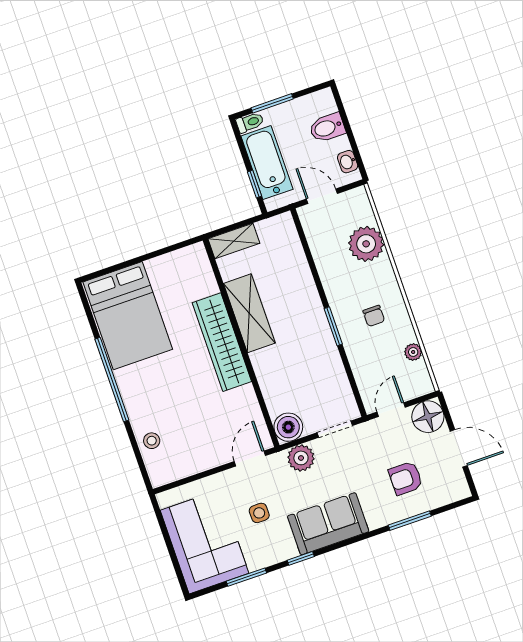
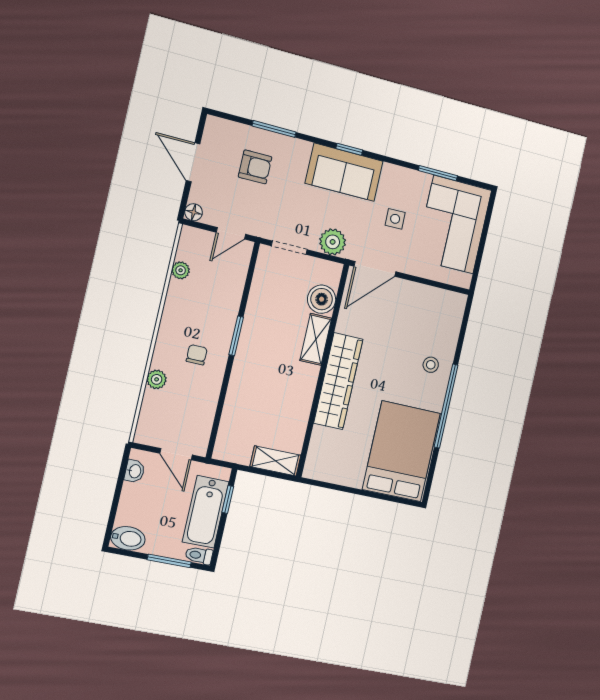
bidet: (327, 128) -> (128, 538), moved
plant: (366, 244) -> (157, 379), width x0.53, depth x0.53
shelving: (249, 313) -> (316, 339), moved, width x0.67, depth x0.75
chair: (374, 316) -> (197, 355), moved
floor lamp: (428, 417) -> (194, 212), width x0.53, depth x0.53
boiler: (288, 427) -> (322, 299), moved
stool: (152, 441) -> (431, 365), moved
door: (250, 459) -> (375, 269), width x1.38
window: (301, 558) -> (349, 149), moved

